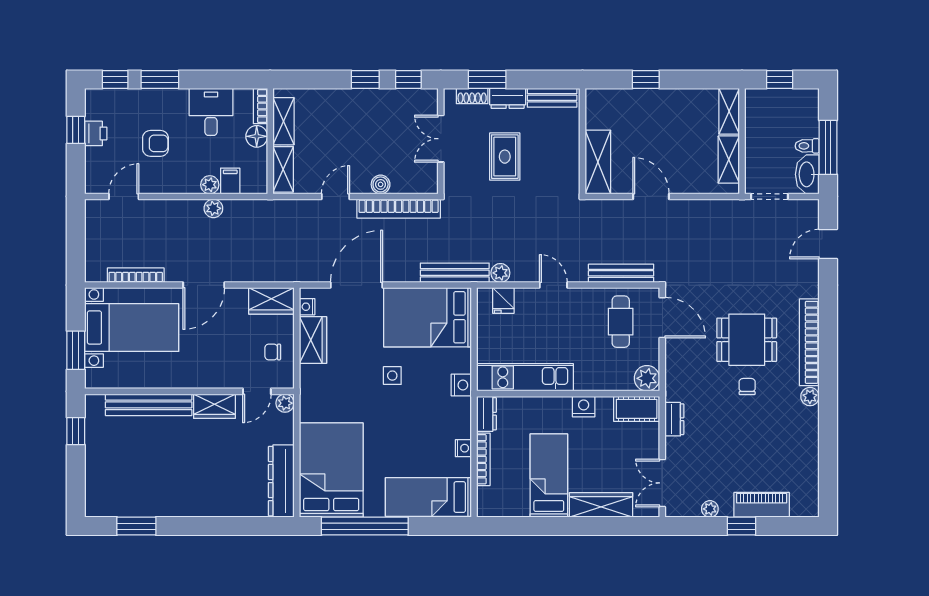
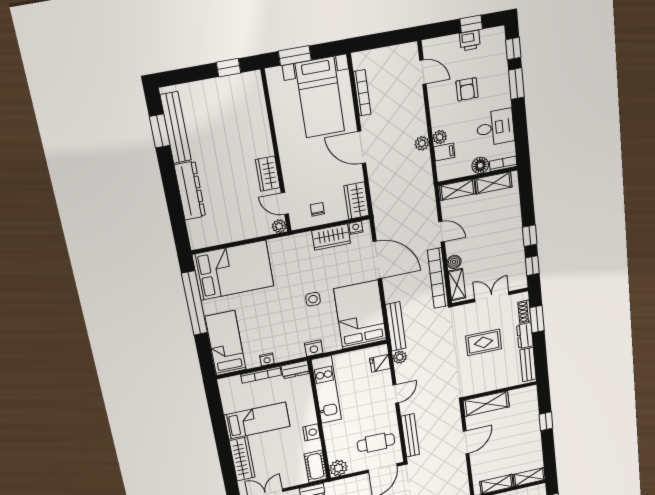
shelving: (413, 184) -> (457, 285), added
bench: (149, 405) -> (176, 128), moved
dresser: (281, 481) -> (190, 191), moved, turned 90

